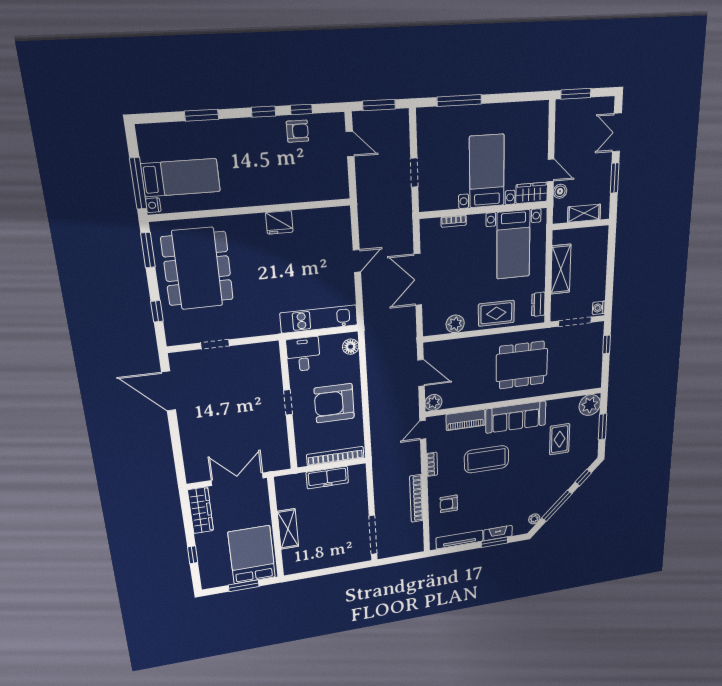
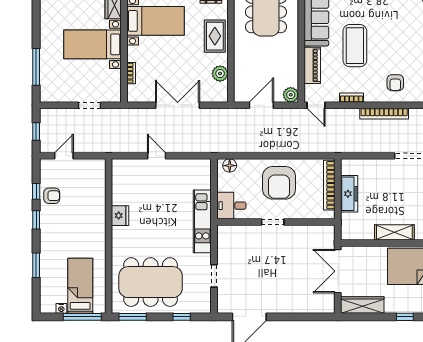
window: (379, 105) -> (36, 131), width x0.67
armchair: (297, 131) -> (52, 196), turned 90
nightstand: (153, 205) -> (61, 308), moved
double door: (418, 280) -> (178, 105), swing flipped
kitchen unit: (319, 319) -> (202, 221), moved

